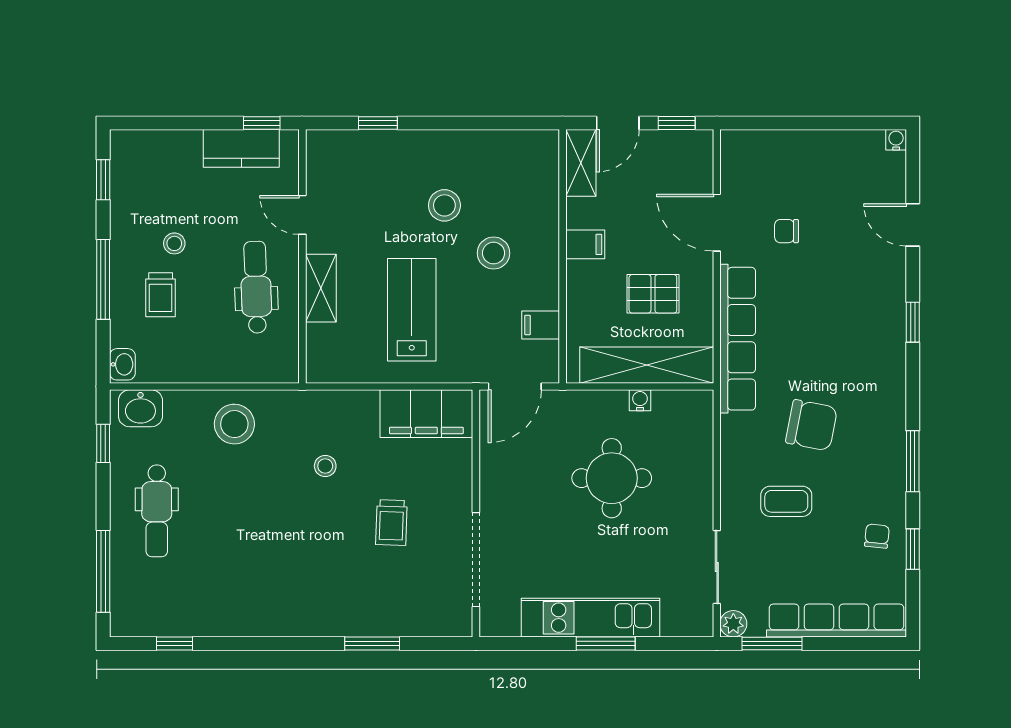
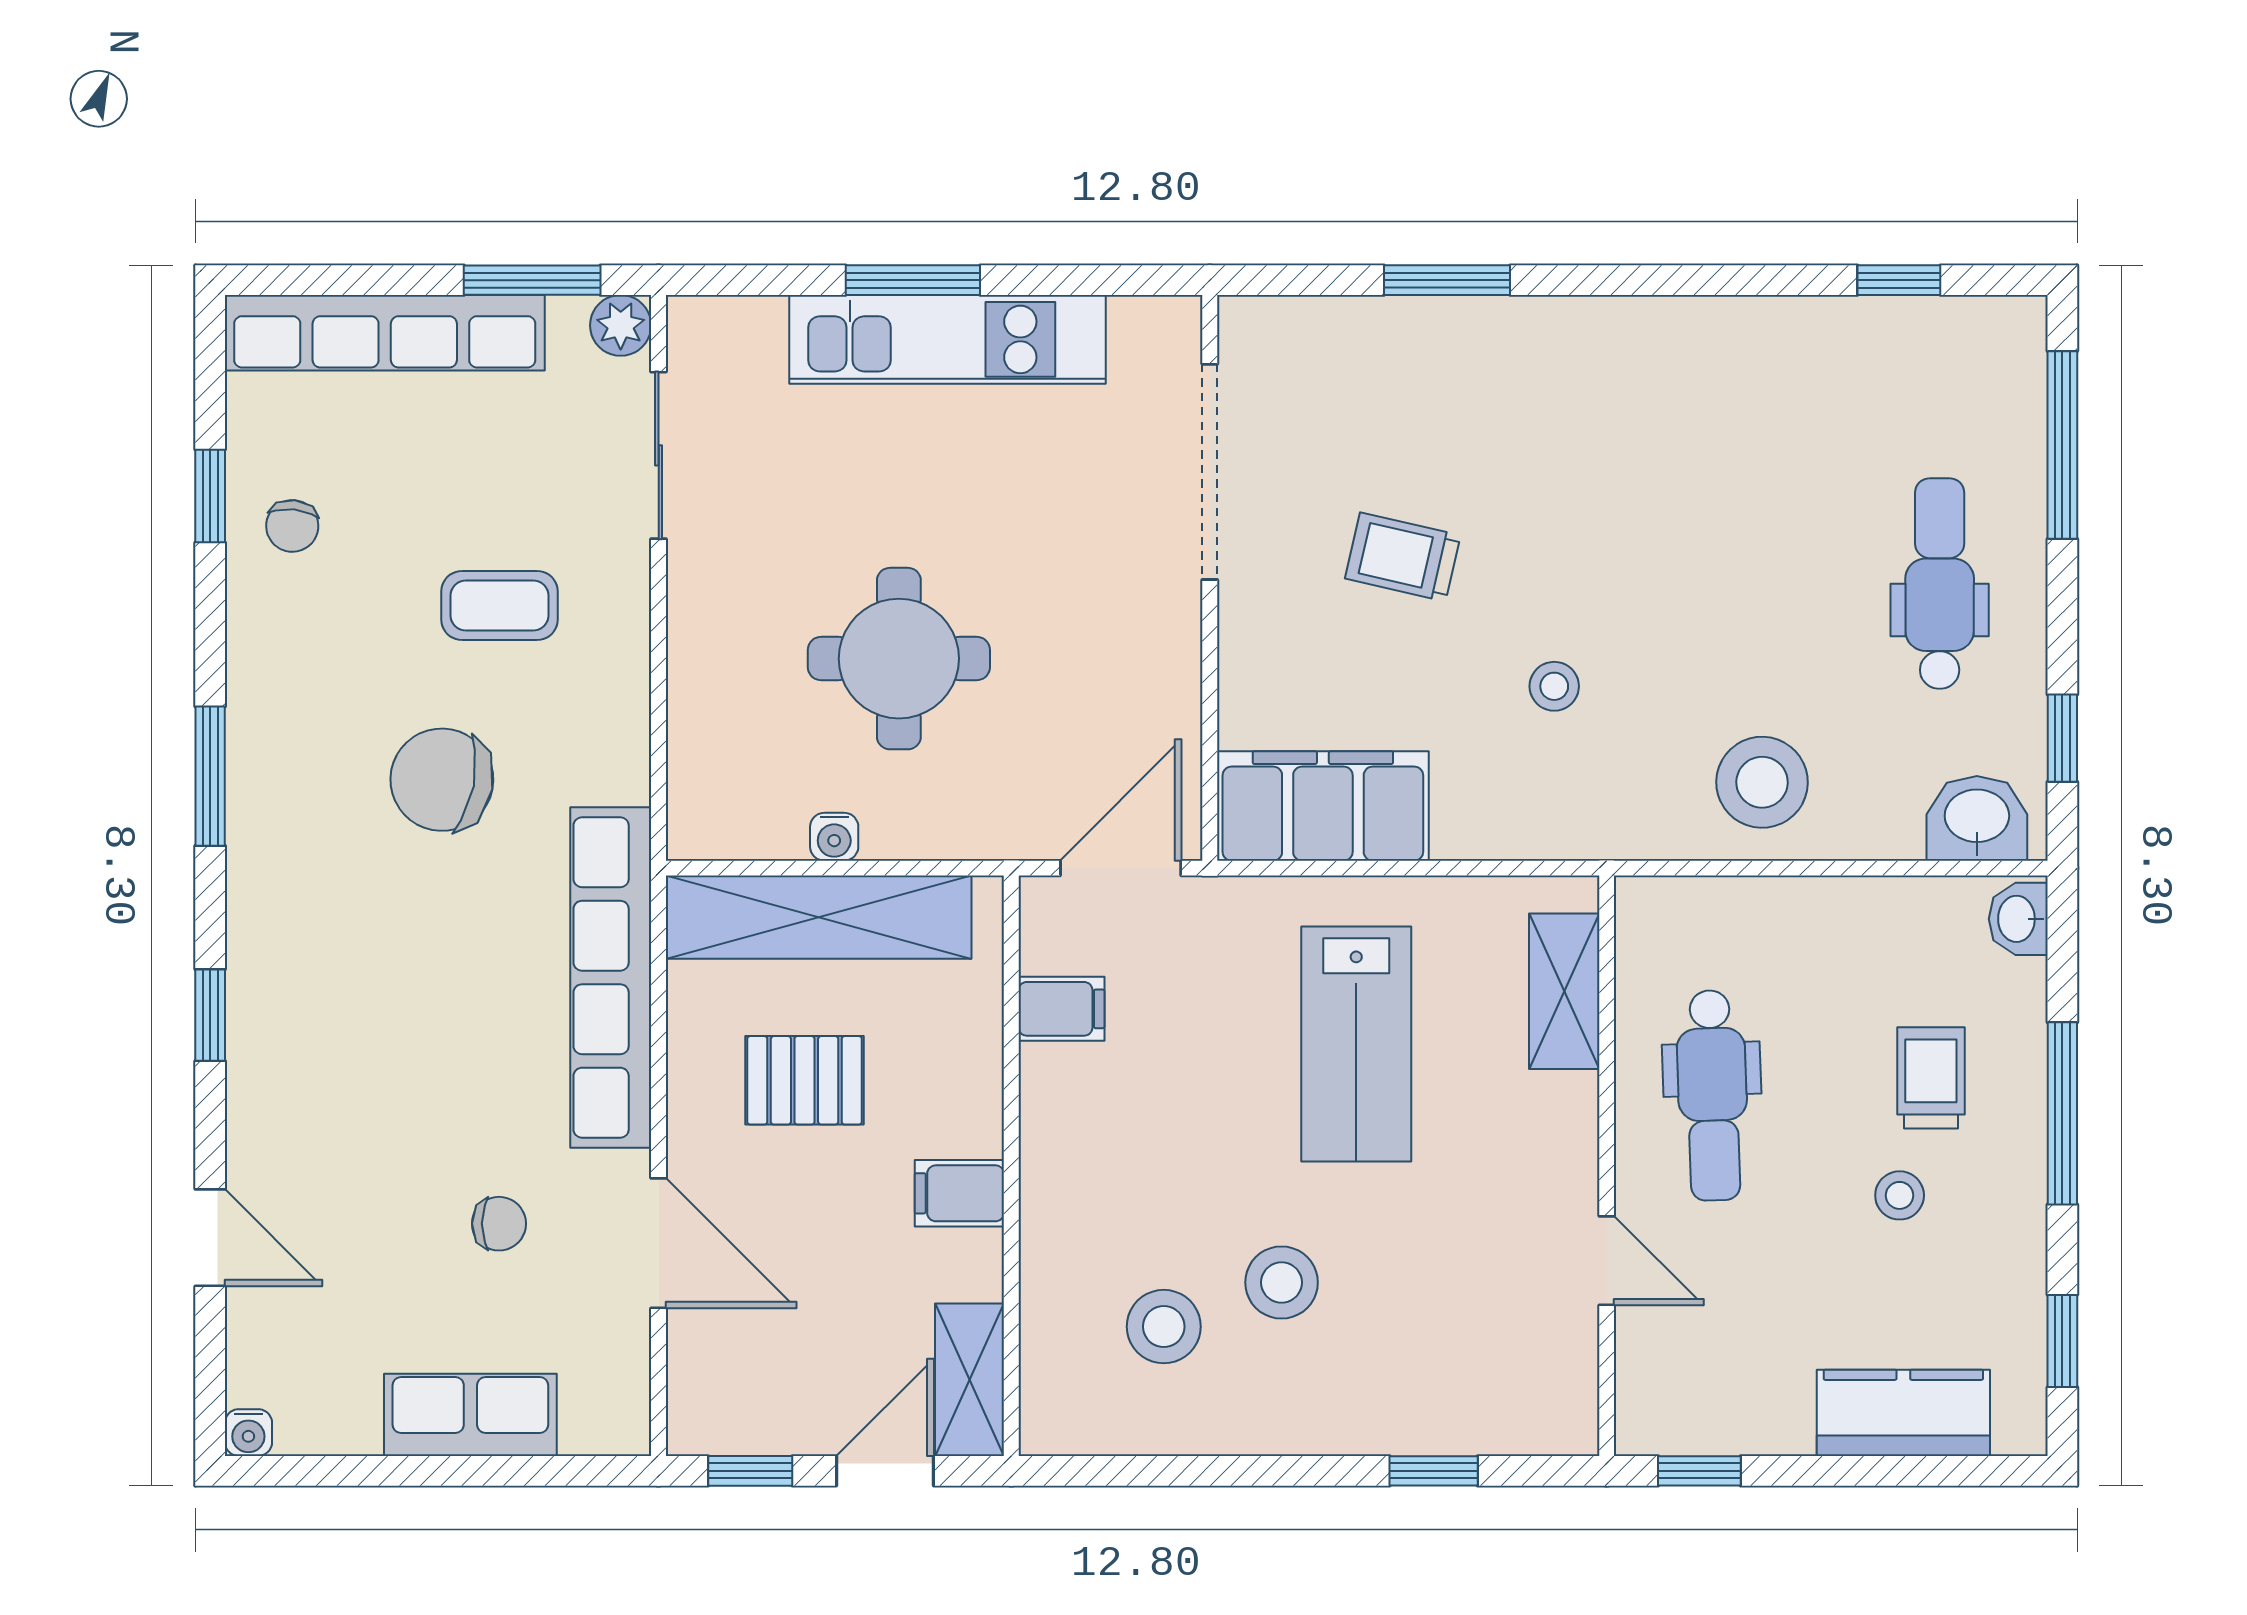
row of seats: (799, 147) -> (470, 1415), added
kitchen counter: (241, 148) -> (1903, 1413), moved
stool: (494, 253) -> (1164, 1327), moved
shelving: (321, 288) -> (1564, 991), moved
window: (913, 461) -> (210, 776), moved
trolley: (391, 523) -> (1403, 557), turned -79

